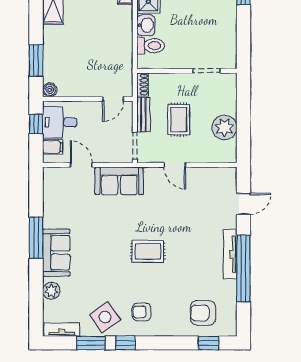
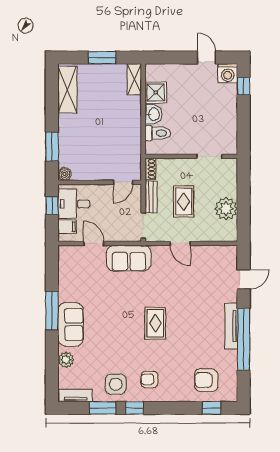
rug: (148, 251) -> (155, 323), turned 90
side table: (105, 317) -> (116, 384), turned 35

